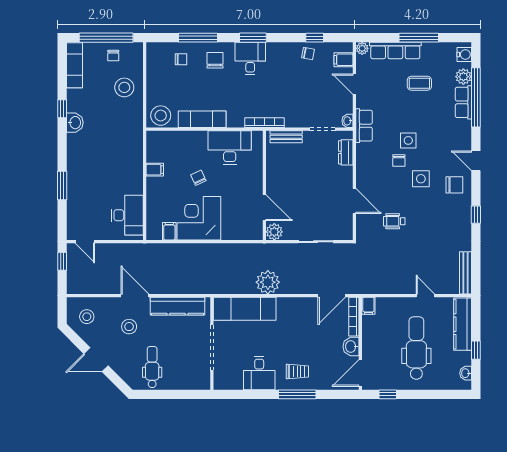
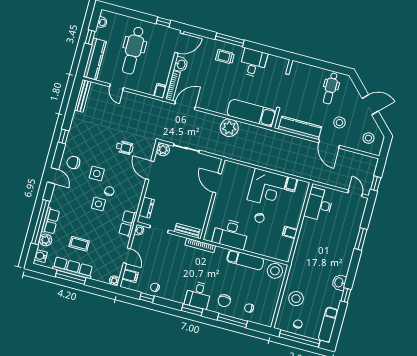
row of seats: (395, 50) -> (73, 268), moved
plant: (274, 232) -> (163, 150), moved

